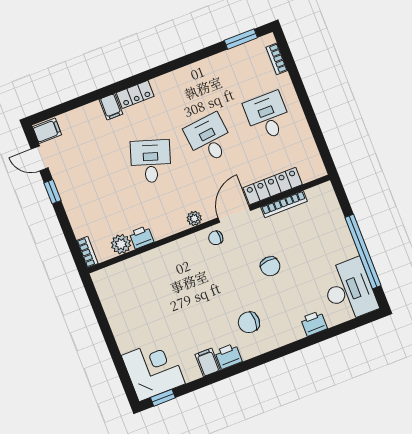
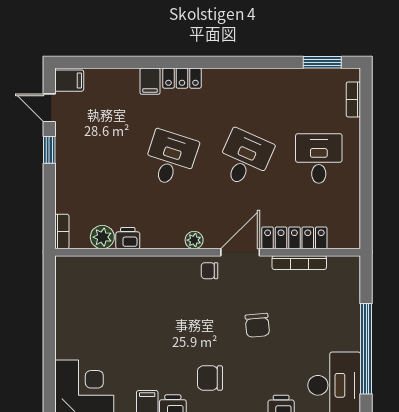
desk: (209, 139) -> (245, 158), turned 30

